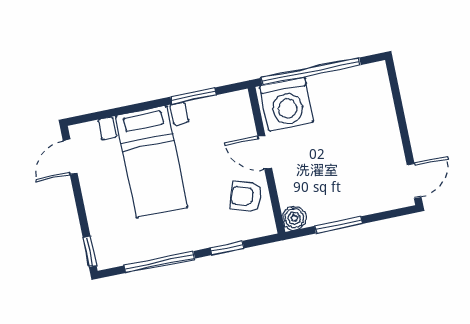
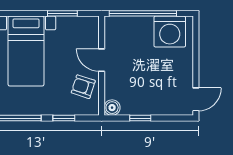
washing machine: (287, 104) -> (170, 32), moved
window: (339, 225) -> (140, 118), width x0.67

